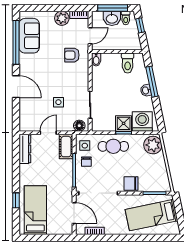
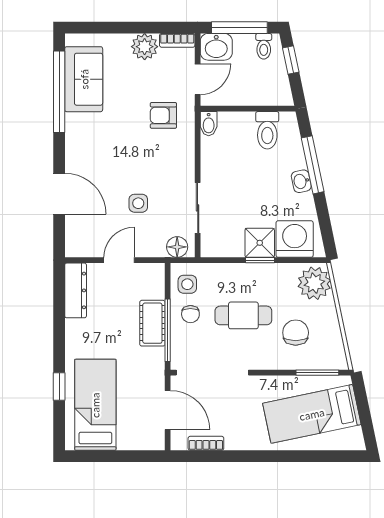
washbasin: (112, 18) -> (216, 47), moved
door: (16, 87) -> (59, 194), moved
cafe table: (113, 146) -> (243, 315), moved
cot: (66, 147) -> (152, 323), moved
chair: (131, 183) -> (296, 333), moved, turned 90

